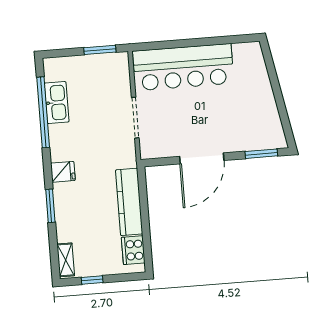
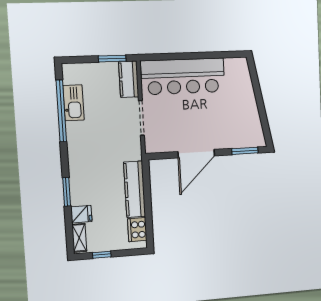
kitchen counter: (119, 73) -> (129, 79), added
fridge: (63, 172) -> (81, 214), moved

